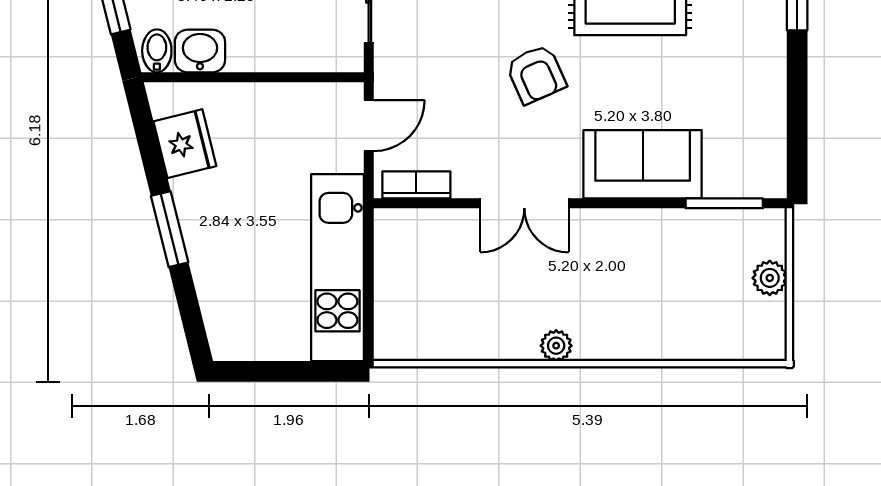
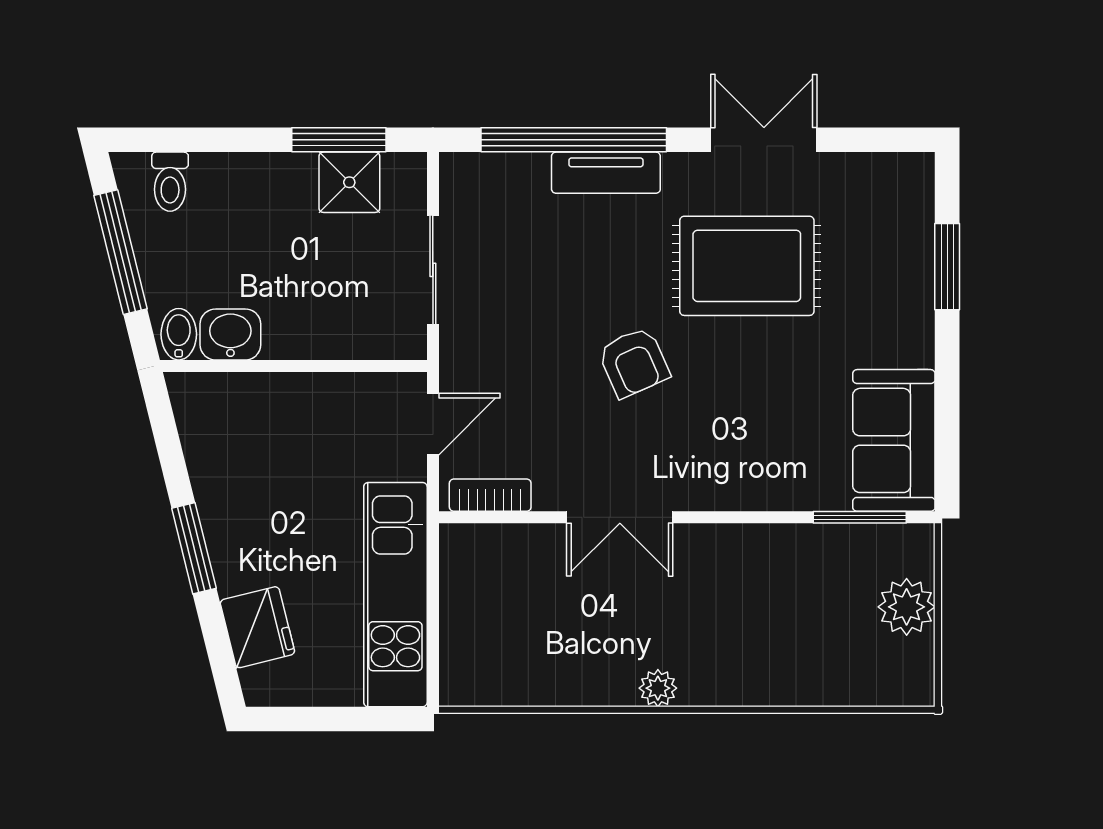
fridge: (185, 144) -> (257, 627), moved
sofa: (643, 164) -> (894, 440), moved, turned -90
plant: (770, 278) -> (907, 607), width x1.38, depth x1.38

